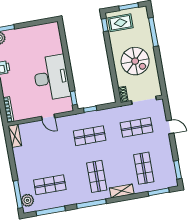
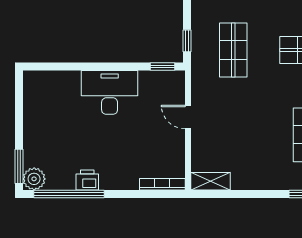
desk: (51, 78) -> (110, 92), width x0.73, depth x0.77
door: (48, 117) -> (188, 117), swing flipped

